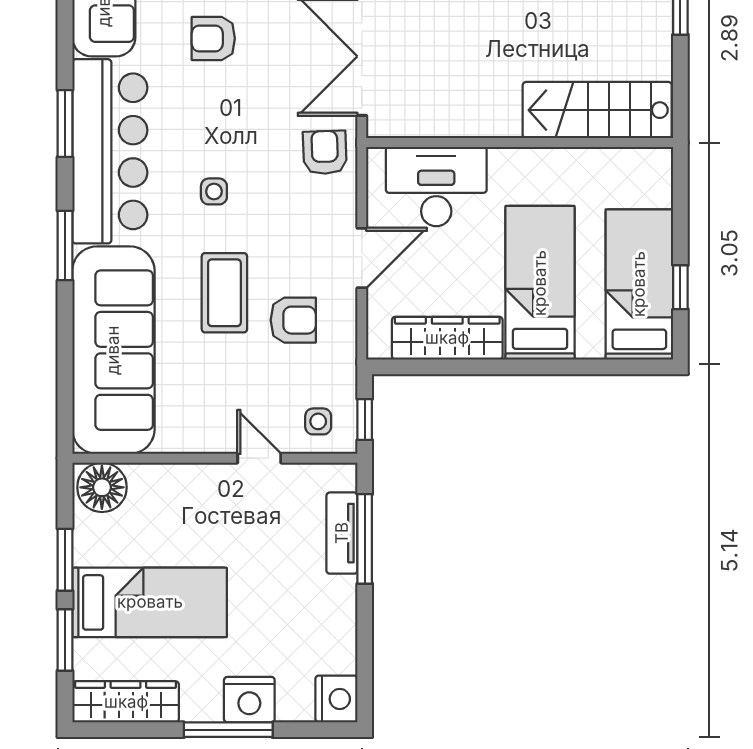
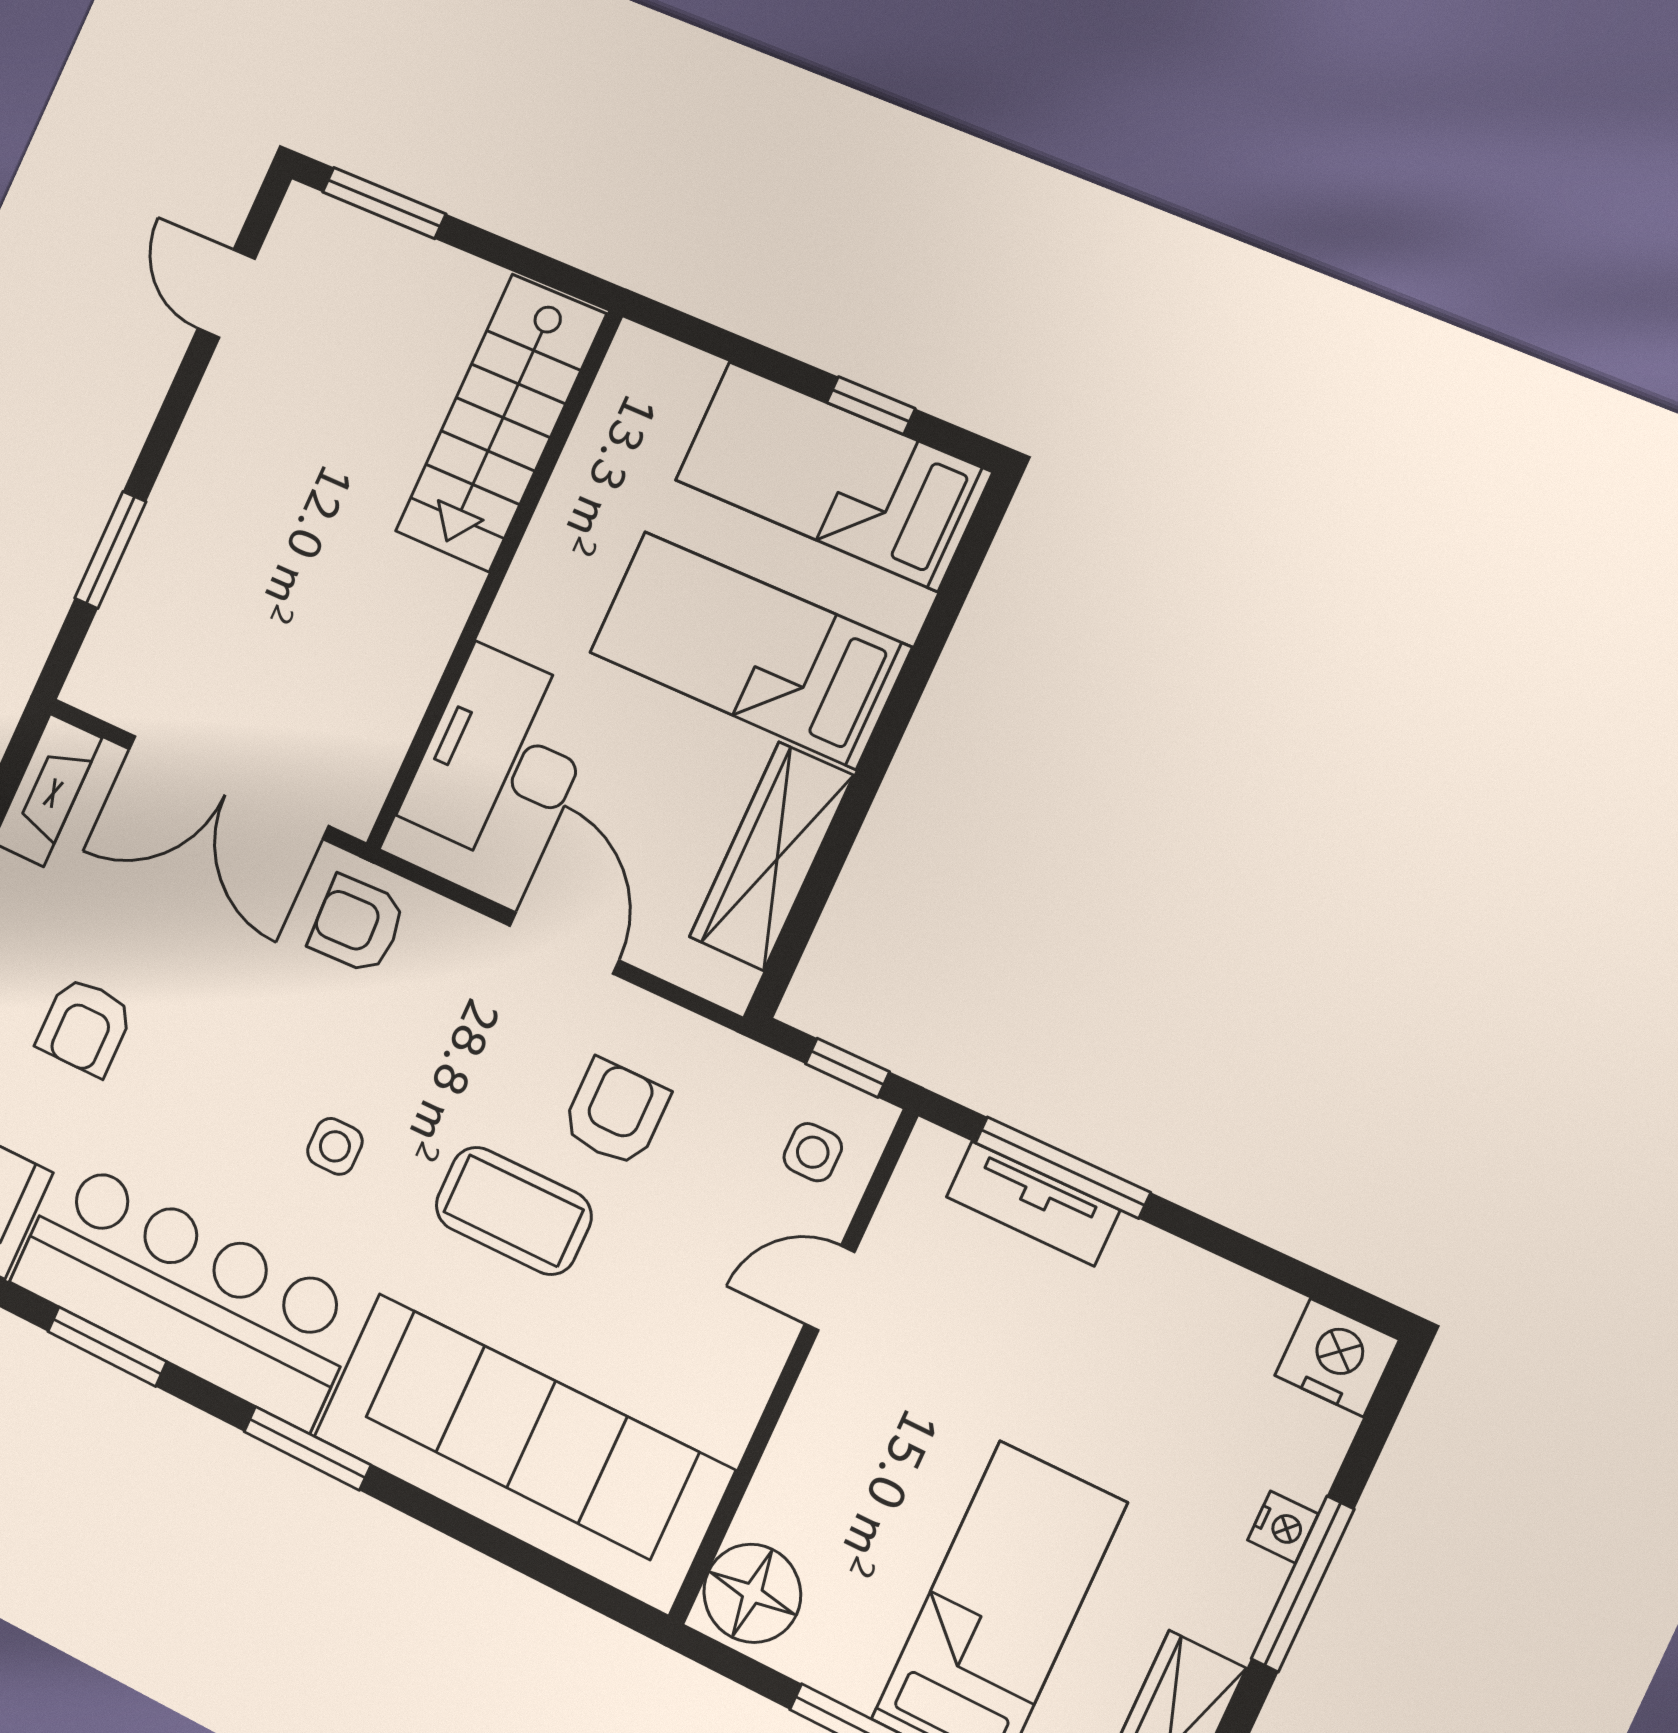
nightstand: (249, 700) -> (1283, 1527), width x0.53, depth x0.56

